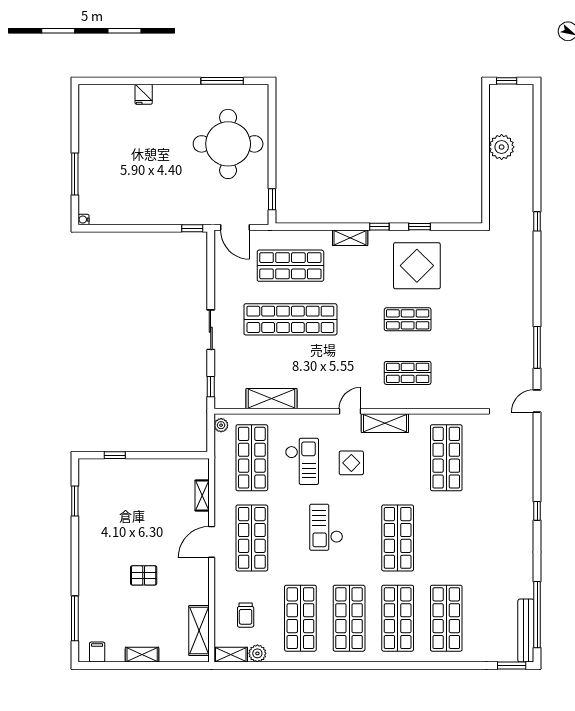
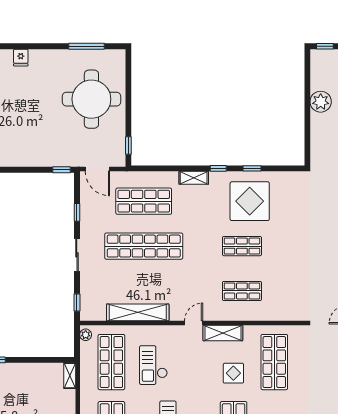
window: (211, 279) -> (77, 212), added
shelving: (271, 399) -> (138, 312), width x1.47
checkout: (302, 461) -> (153, 365), turned 180
display table: (351, 463) -> (233, 373), moved
shelving: (202, 496) -> (70, 376), moved

